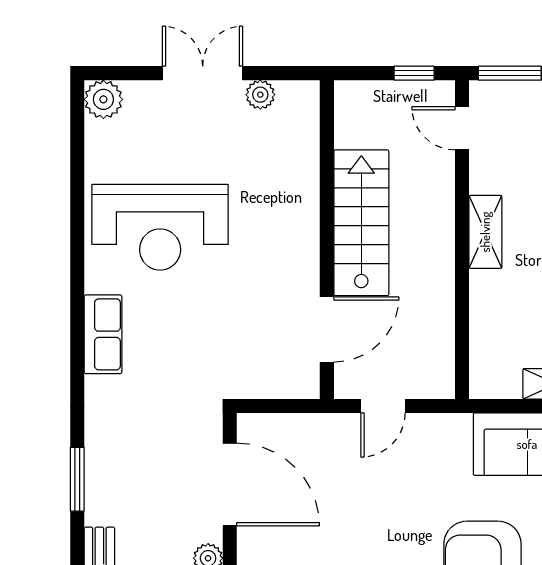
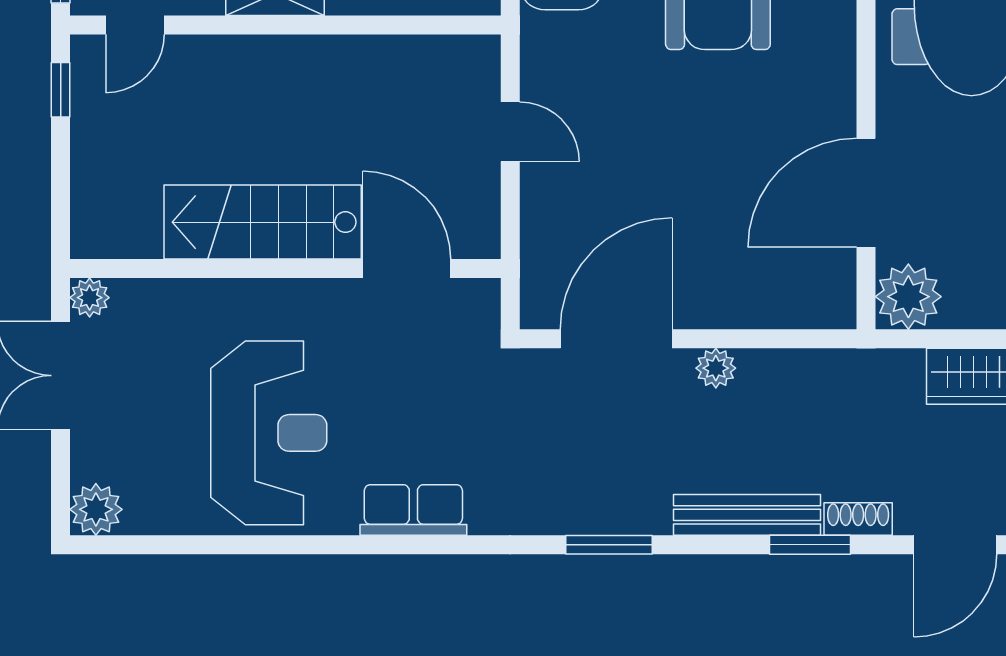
stairs: (361, 223) -> (263, 222), moved
wall: (327, 240) -> (285, 269), moved
door: (327, 329) -> (407, 269), moved

